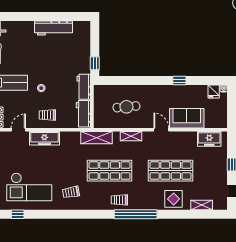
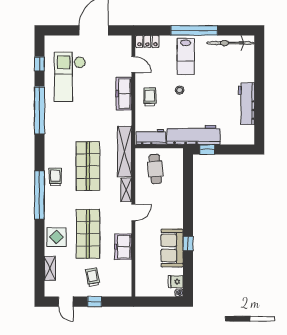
workbench: (84, 87) -> (194, 135), width x1.88, depth x1.32
cafe table: (126, 107) -> (155, 169), moved
sofa: (187, 118) -> (172, 248), moved, turned 180
door: (161, 130) -> (133, 212), moved
shelving: (96, 138) -> (125, 151), width x1.47
freezer: (209, 139) -> (123, 247), moved
trolley: (71, 192) -> (93, 277), moved
window: (59, 214) -> (39, 110), added

